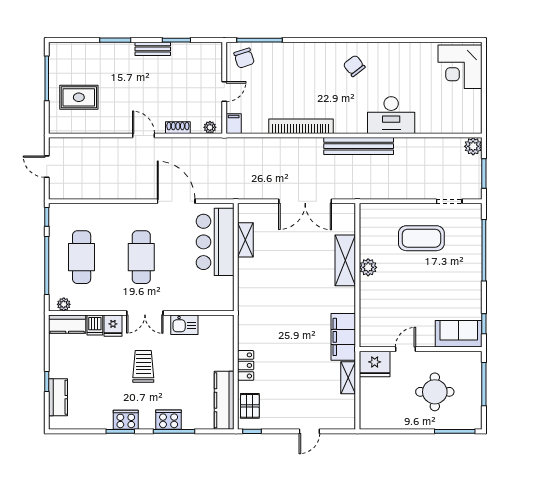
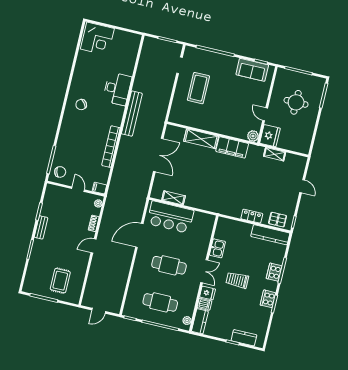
plant: (473, 146) -> (149, 42), removed
plant: (368, 267) -> (253, 136), moved
sofa: (459, 334) -> (252, 70), moved, turned -90
filing cabinet: (343, 337) -> (232, 147), moved

